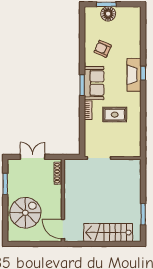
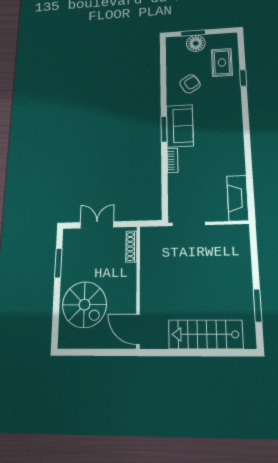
armchair: (103, 49) -> (190, 84), turned 124
window: (143, 73) -> (243, 78), moved
fireplace: (134, 75) -> (238, 198), moved
rug: (115, 115) -> (222, 62), moved, turned 90
spiral stairs: (25, 213) -> (84, 305), turned 90

